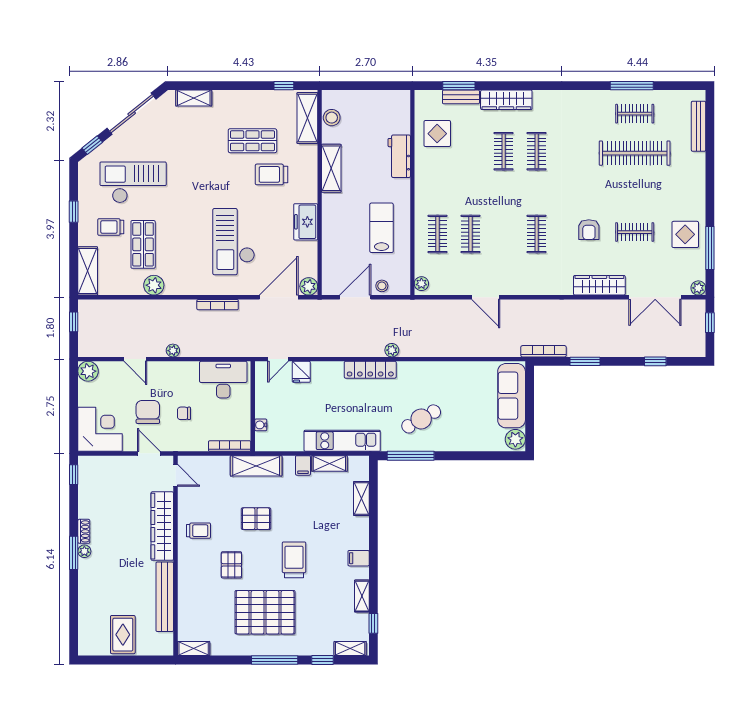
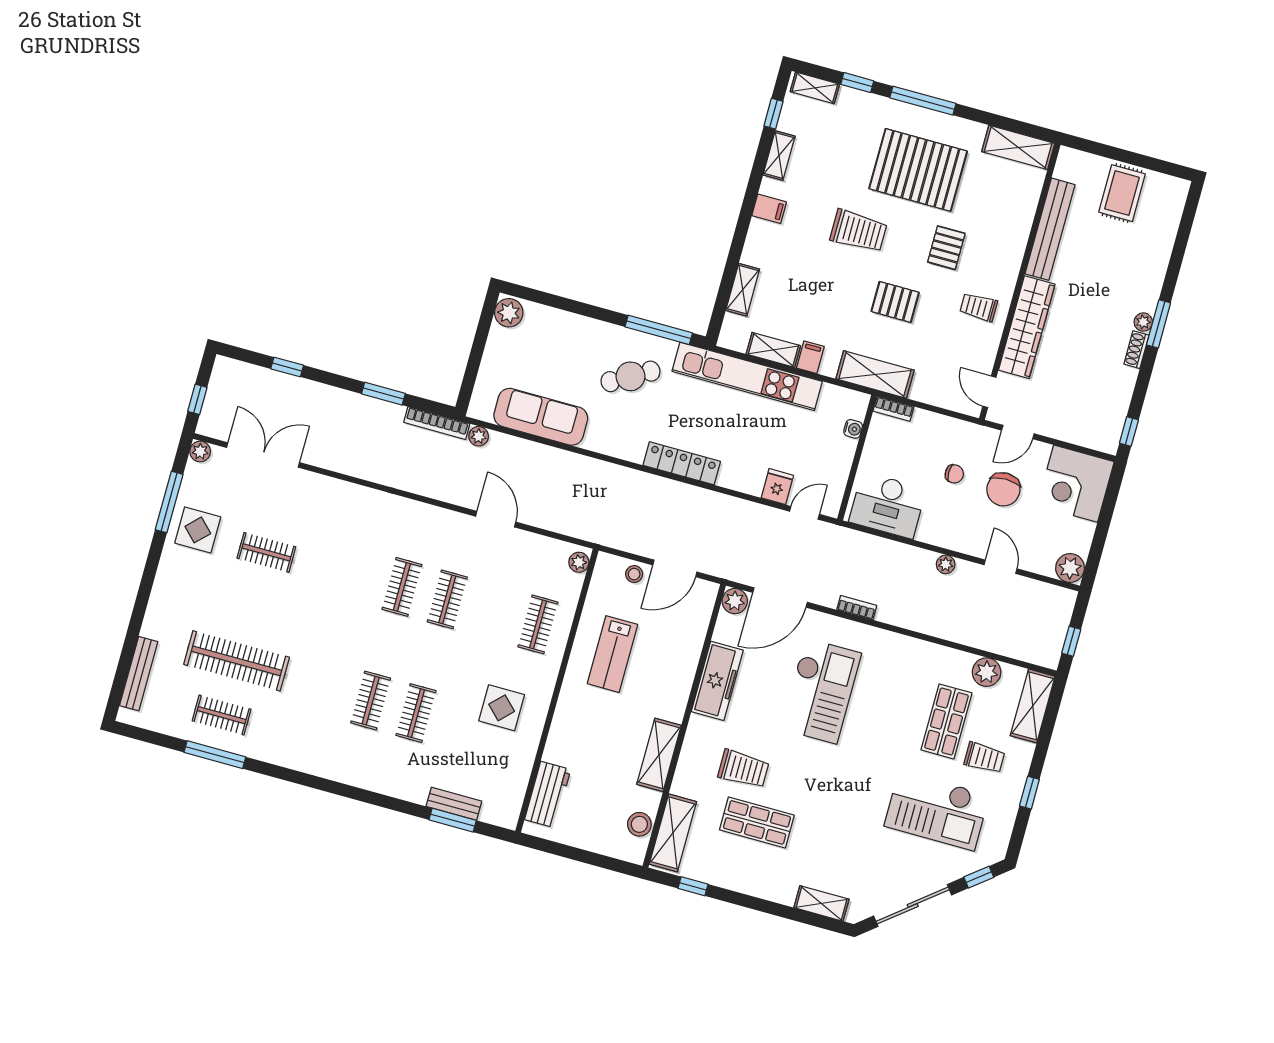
wardrobe: (506, 100) -> (393, 783), removed
display table: (437, 134) -> (502, 708), moved
workbench: (399, 156) -> (548, 795), moved
freezer: (306, 222) -> (717, 681), width x1.40
armchair: (589, 230) -> (328, 573), removed
clothes rail: (471, 234) -> (447, 599), moved
plant: (154, 285) -> (987, 672), moved
wardrobe: (599, 285) -> (335, 493), removed
bookcase: (218, 305) -> (857, 608), width x0.64
plant: (392, 350) -> (479, 436), moved
sofa: (512, 396) -> (541, 417), moved, turned -90
kitchen unit: (342, 441) -> (747, 376), width x1.36
bookcase: (230, 446) -> (894, 409), width x0.64
door: (149, 453) -> (1018, 432), hinge flipped
trolley: (294, 560) -> (858, 231), turned -90
shelving: (194, 649) -> (1018, 147), width x1.50, depth x1.33

